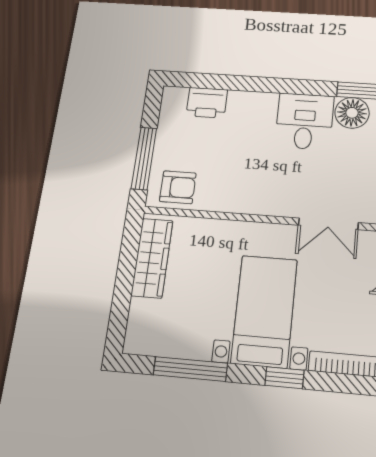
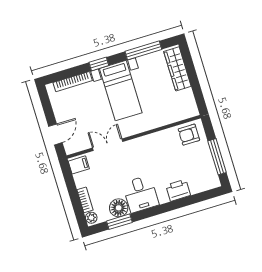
printer: (207, 103) -> (178, 190), moved
window: (144, 158) -> (217, 157), moved
wardrobe: (152, 258) -> (177, 69), moved

